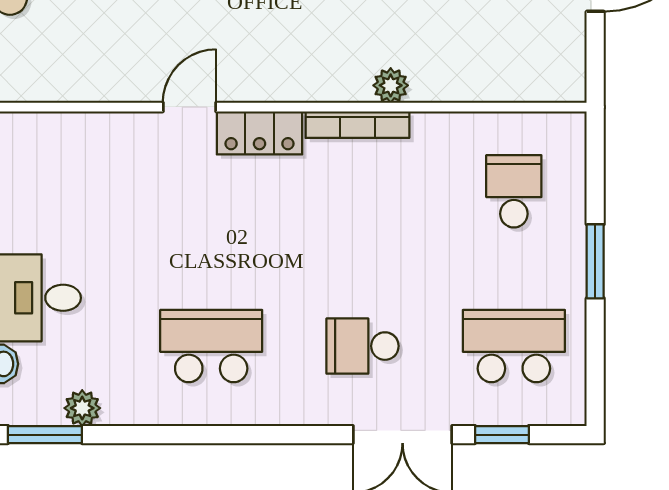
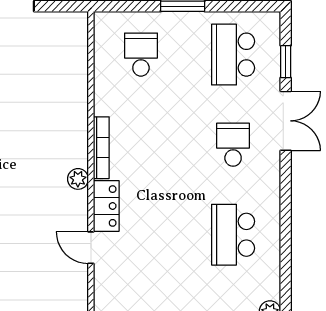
plant: (391, 85) -> (78, 179), moved
school desk: (514, 191) -> (141, 55), turned 90
school desk: (363, 346) -> (233, 145), turned 180

